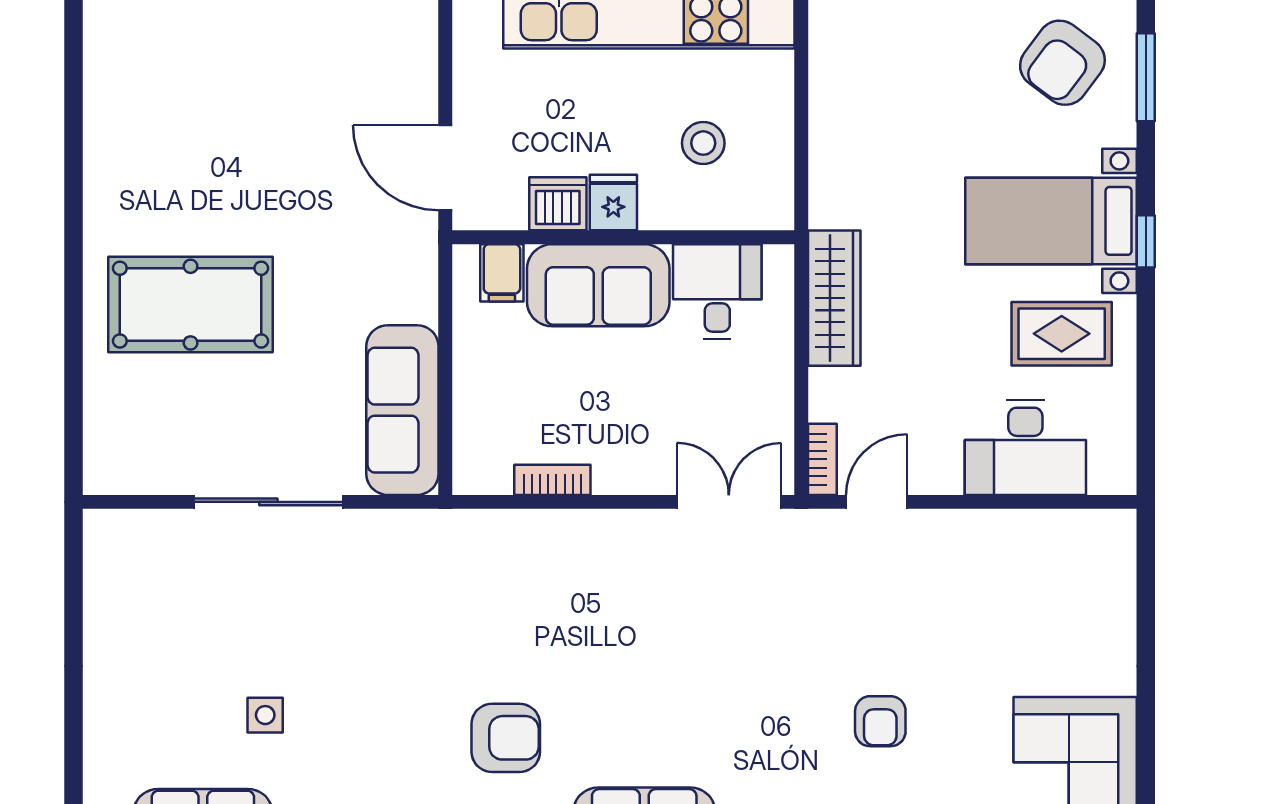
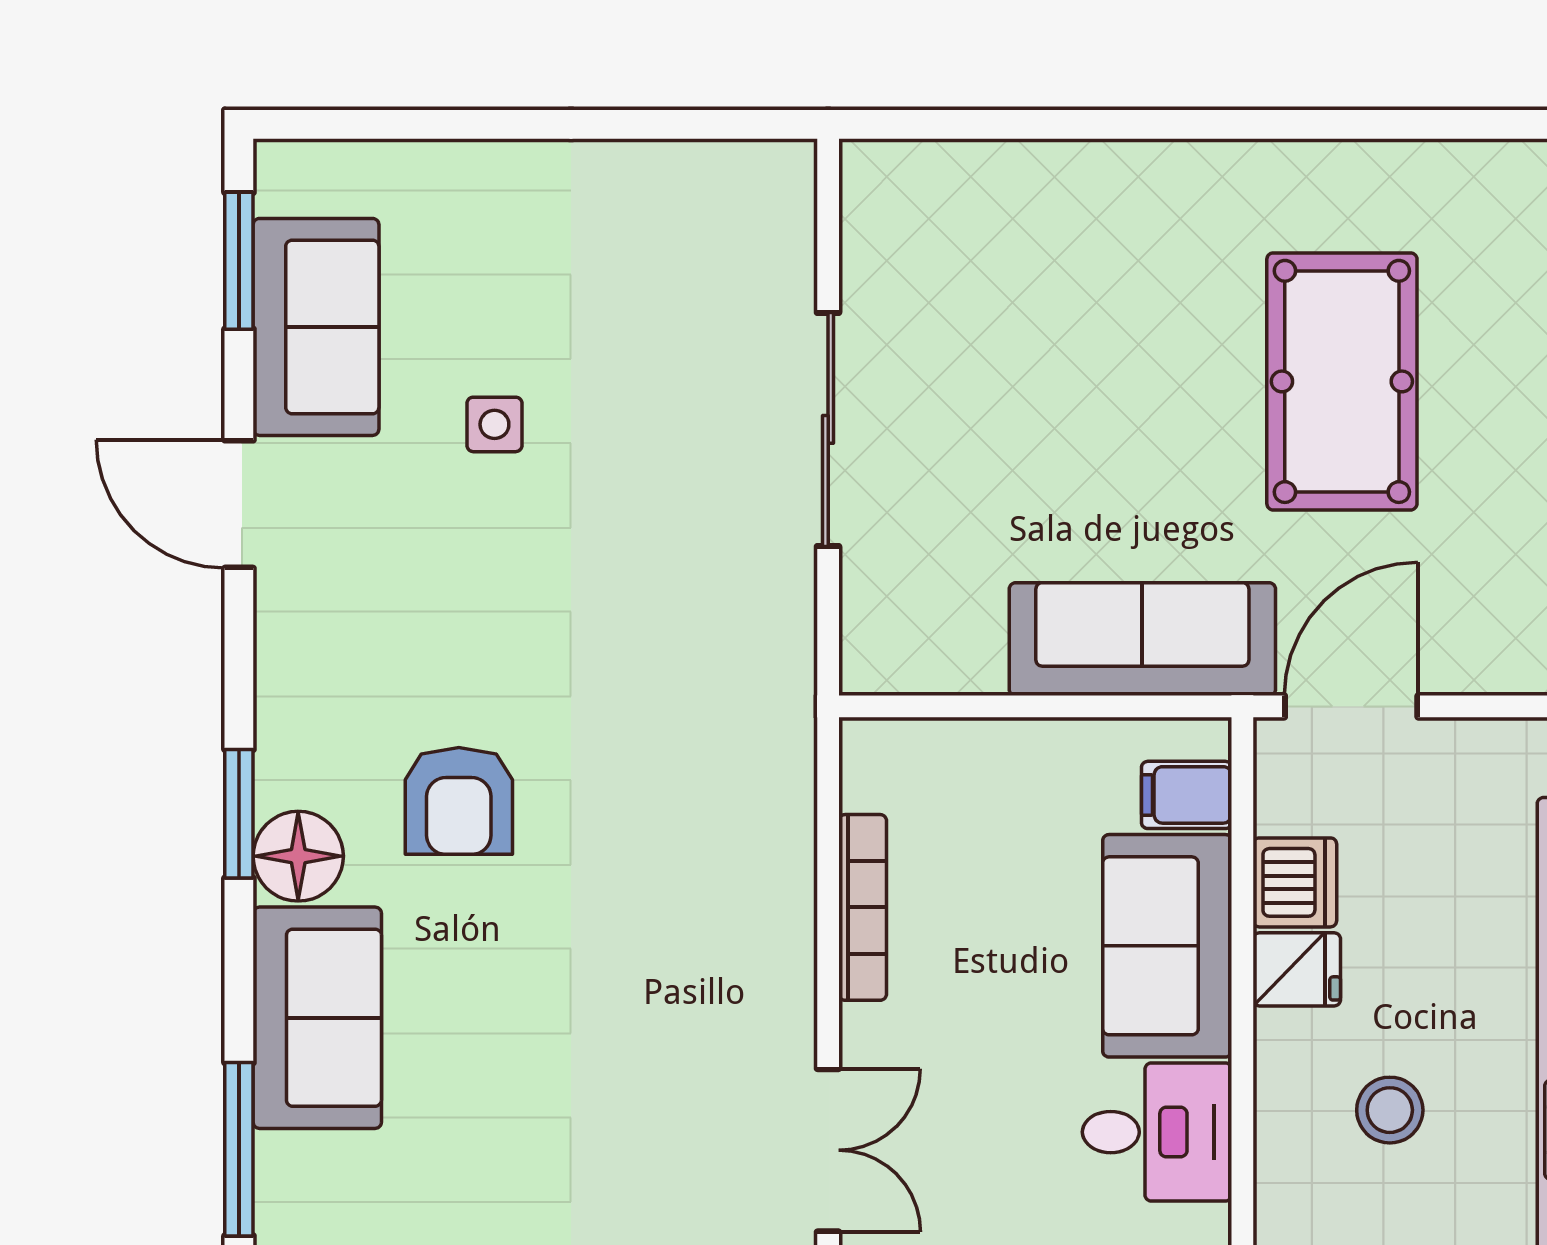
pool table: (191, 305) -> (1342, 381), moved
sofa: (402, 410) -> (1142, 639), moved
bookcase: (552, 480) -> (863, 907), width x1.56

